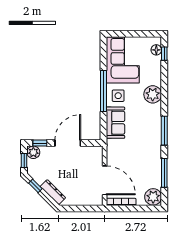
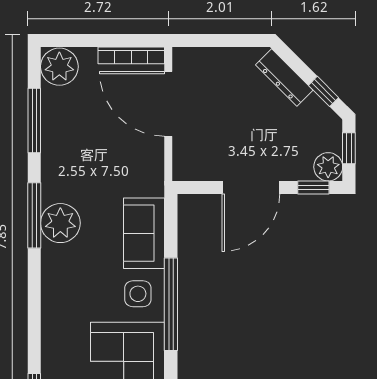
plant: (153, 94) -> (60, 223), moved

